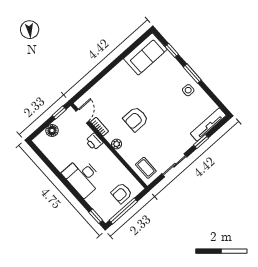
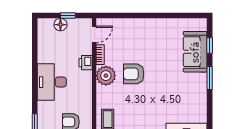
sofa: (145, 54) -> (195, 52), moved, turned 90
side table: (188, 90) -> (195, 88), removed
window: (59, 112) -> (68, 16), moved
plant: (117, 144) -> (106, 76), width x1.88, depth x1.88

